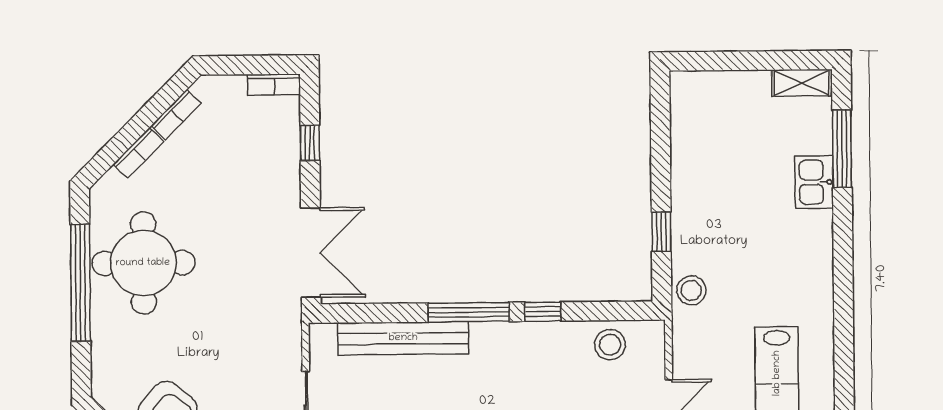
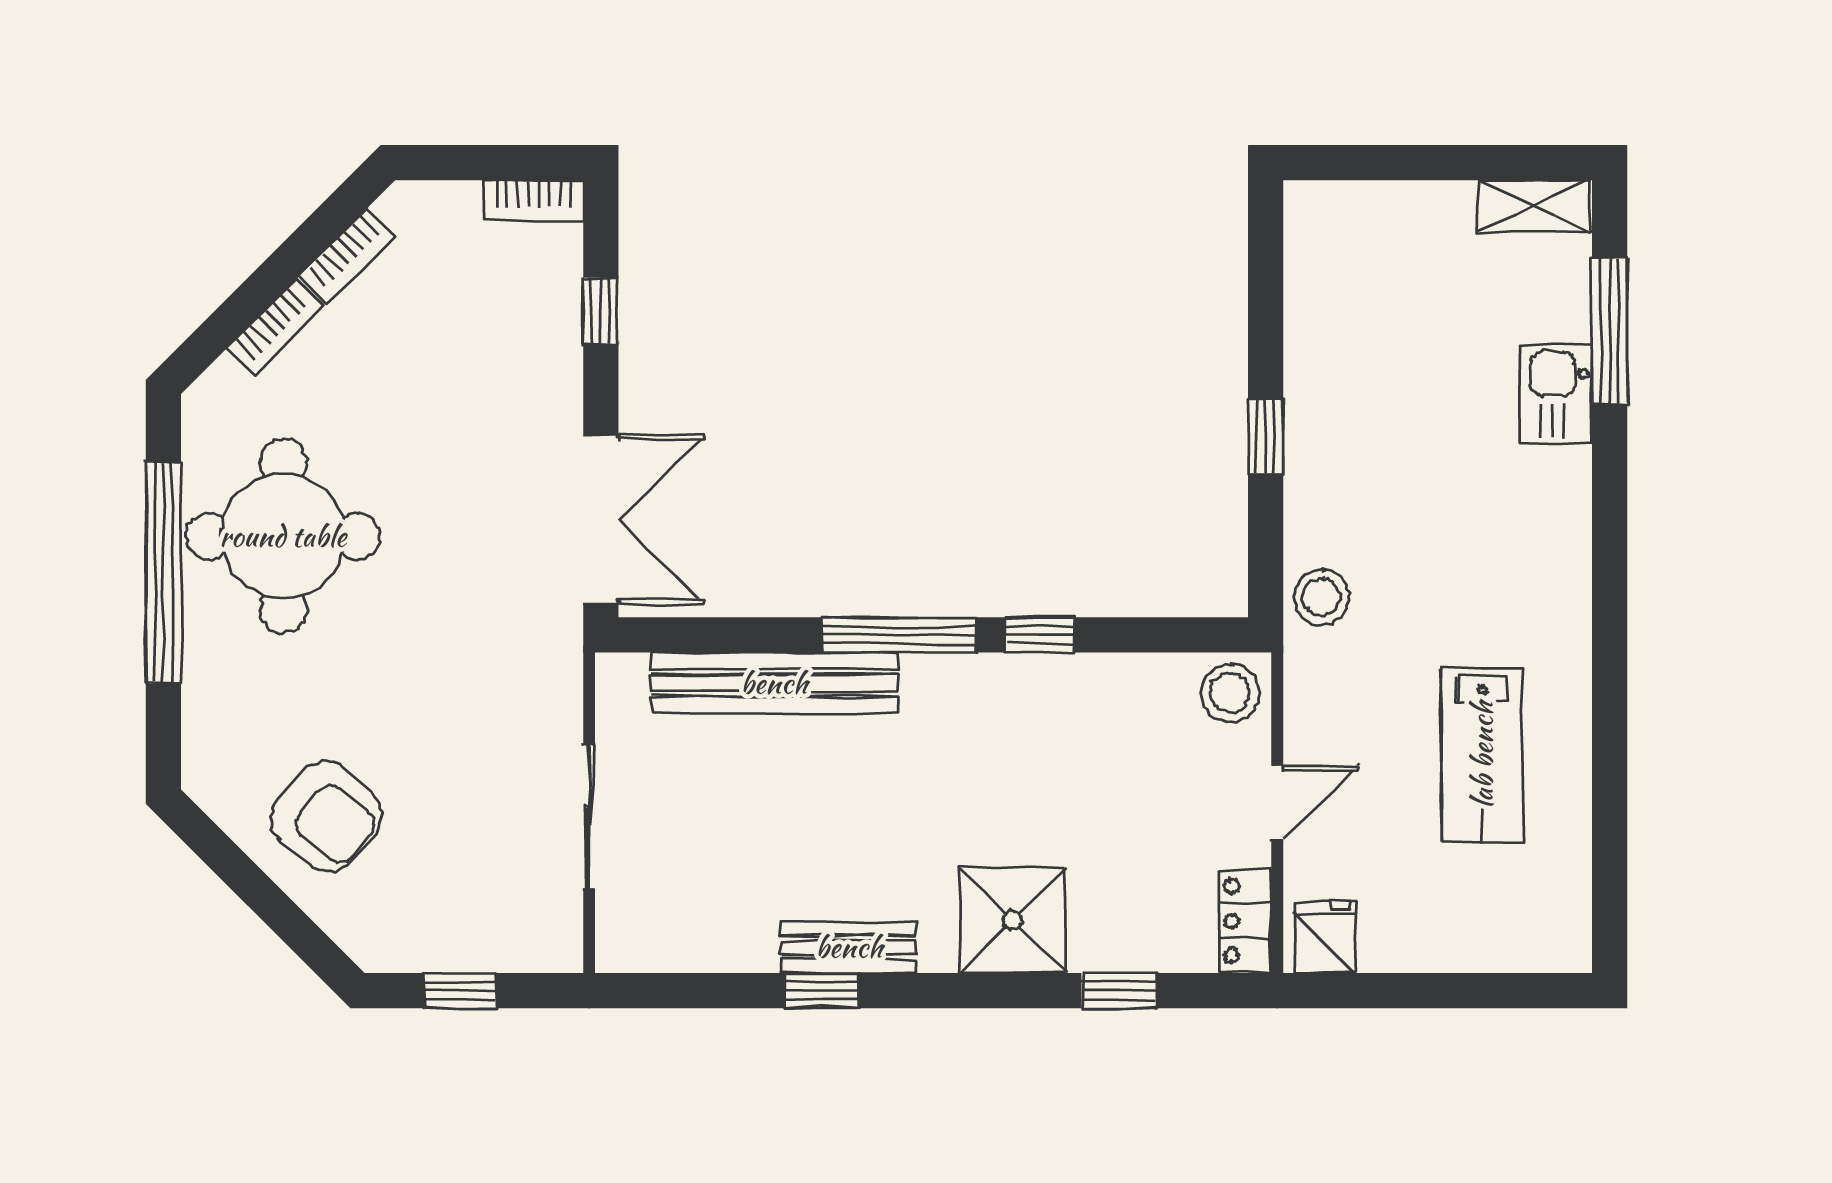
window: (661, 232) -> (1266, 436), moved
stool: (610, 345) -> (1230, 693), moved

